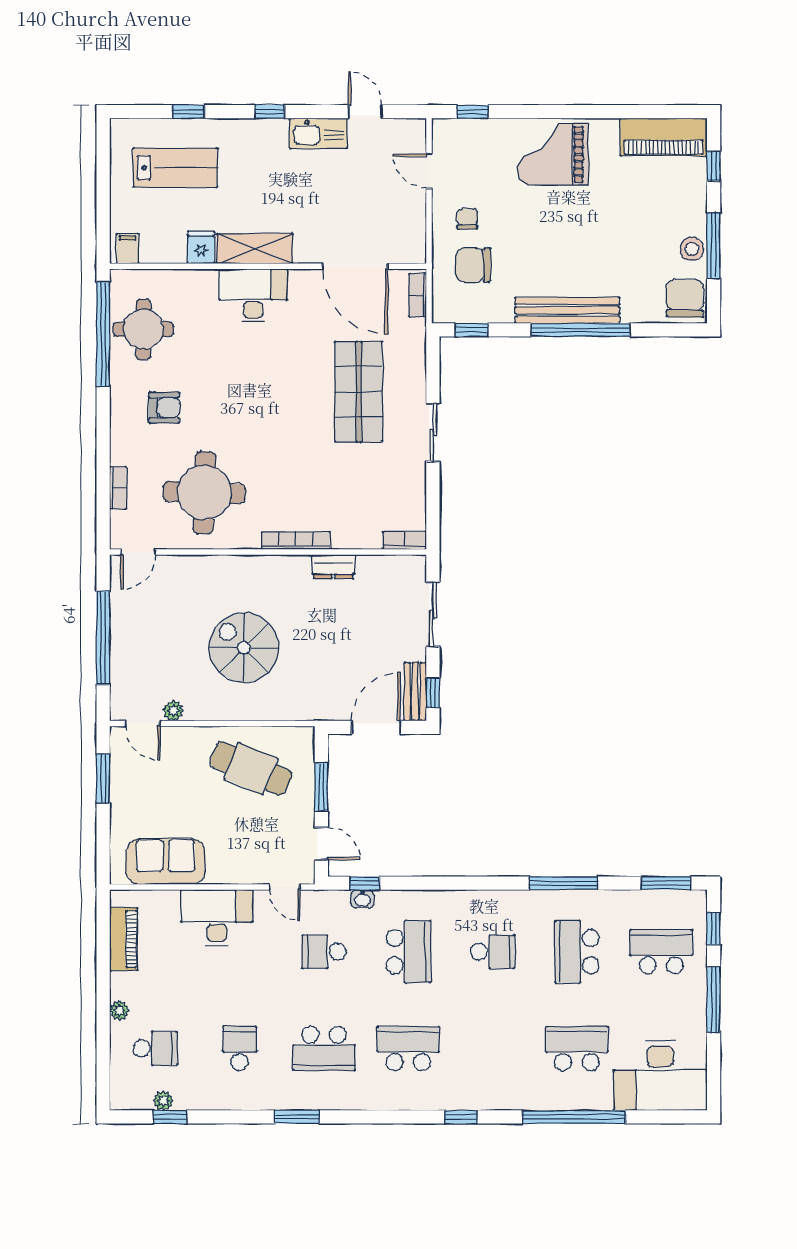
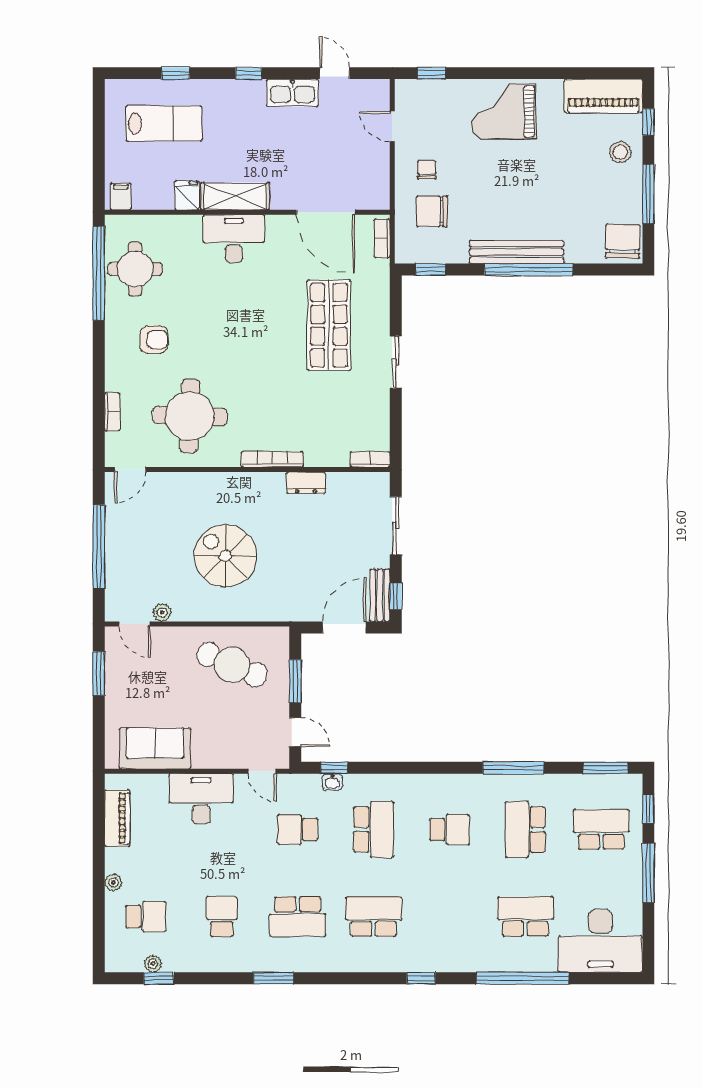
stool: (692, 249) -> (620, 152), moved

